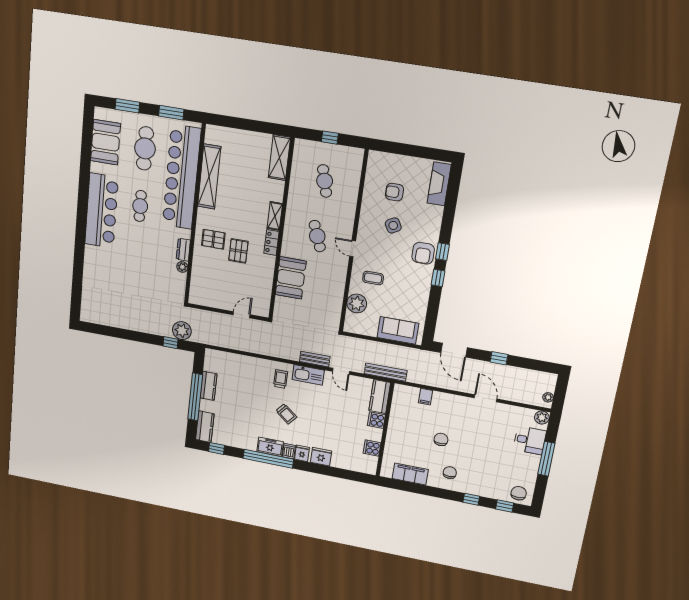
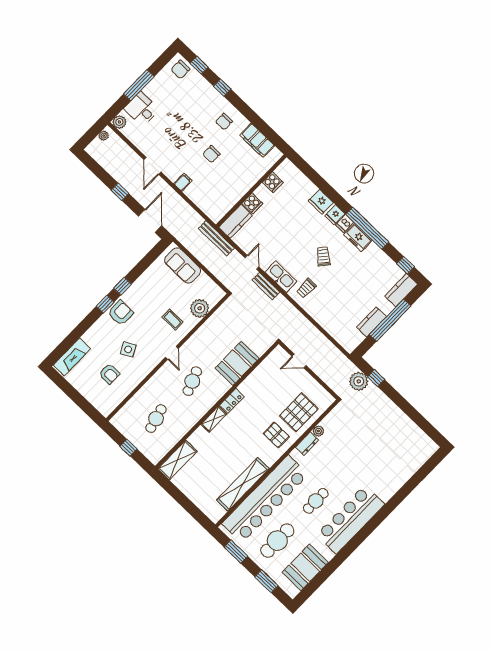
pallet: (238, 251) -> (299, 412), moved, width x1.50, depth x1.42
filing cabinet: (426, 397) -> (183, 182), moved

